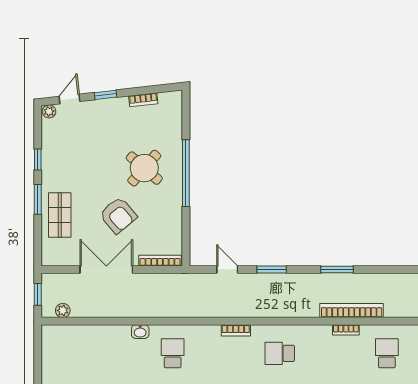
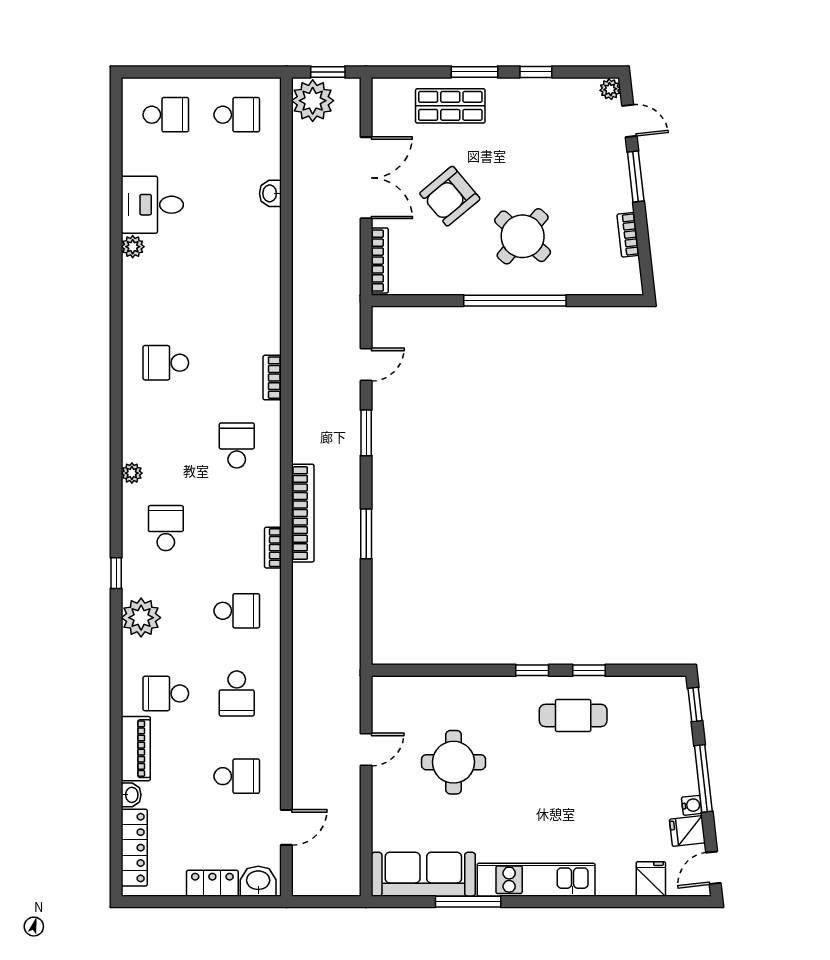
window: (106, 95) -> (636, 177), width x1.50
plant: (63, 310) -> (313, 101), width x1.87, depth x1.87
bookcase: (352, 311) -> (303, 513), moved
washbasin: (140, 332) -> (270, 193), moved
school desk: (173, 353) -> (237, 115), moved

